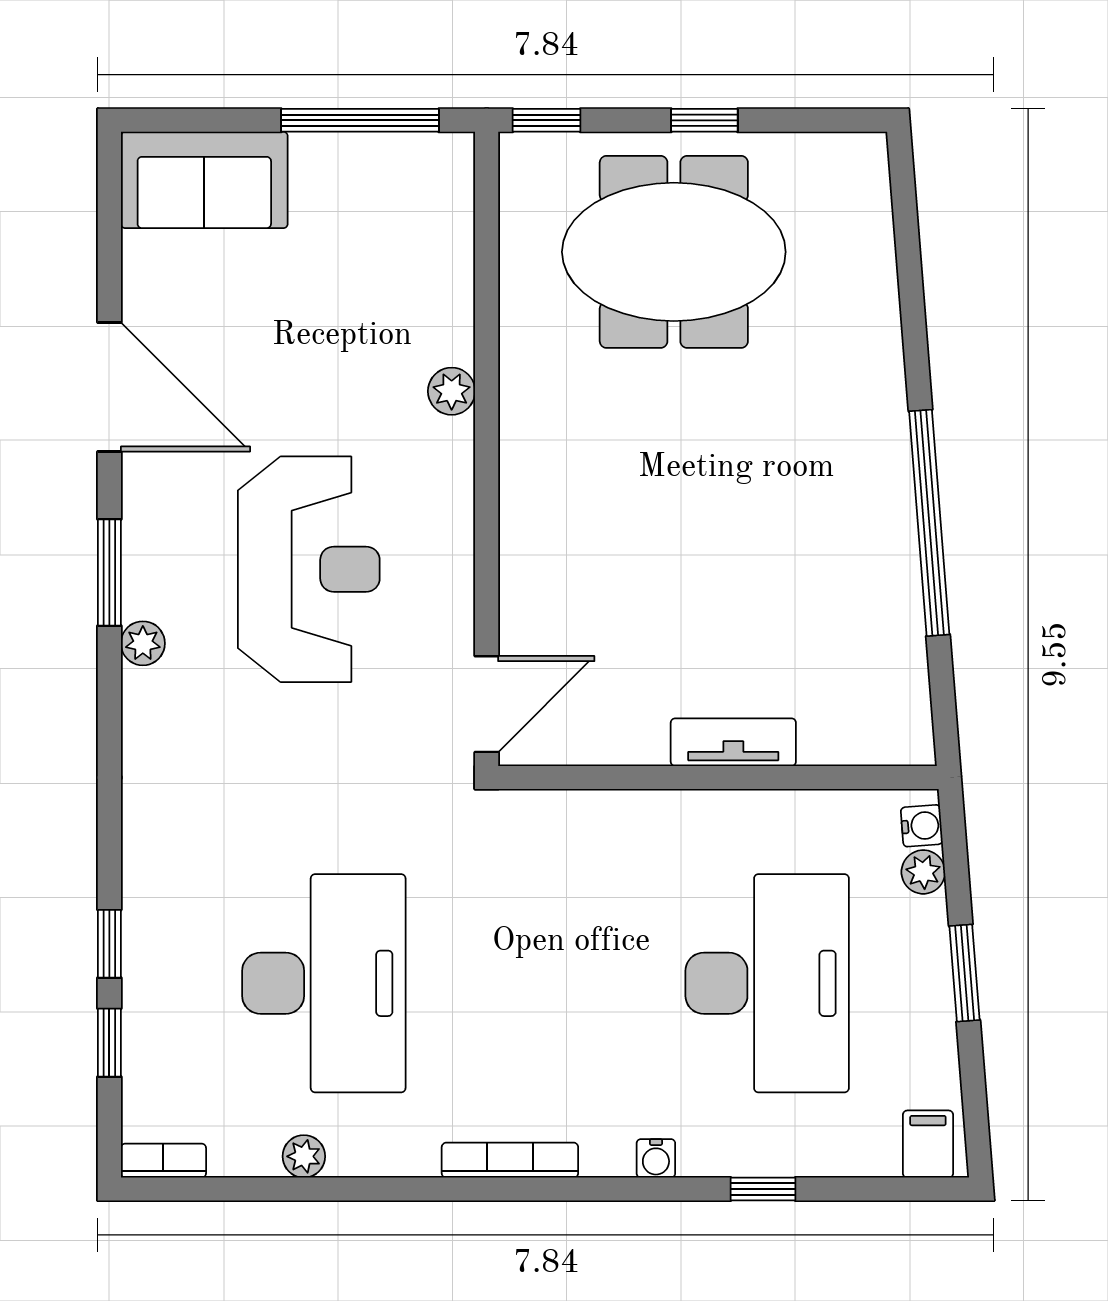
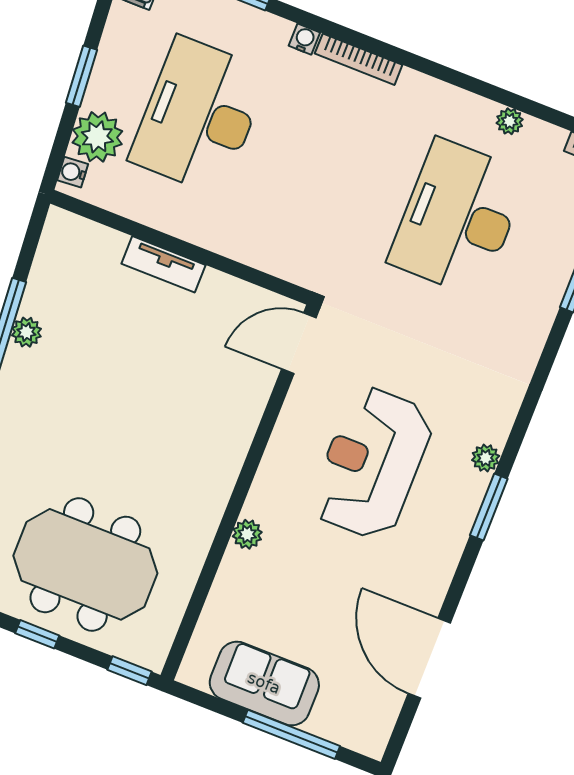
window: (360, 120) -> (291, 734), moved
sofa: (204, 180) -> (264, 683), moved
door: (109, 387) -> (429, 658), moved
plant: (897, 562) -> (26, 332), added
plant: (923, 872) -> (97, 137), width x1.88, depth x1.88
bookcase: (510, 1160) -> (359, 59), moved

